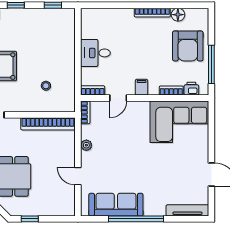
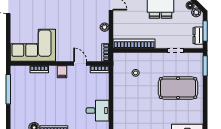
armchair: (188, 46) -> (27, 103), removed
desk: (95, 53) -> (98, 111), moved
printer: (191, 89) -> (24, 71), removed
door: (118, 98) -> (80, 63), hinge flipped

